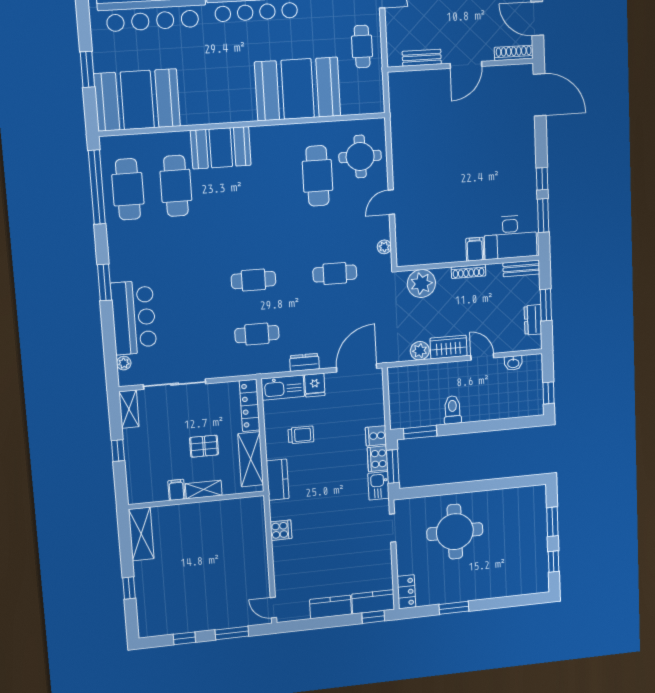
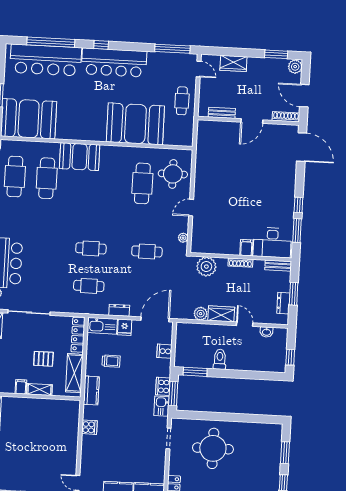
cooker: (376, 436) -> (164, 351), moved

